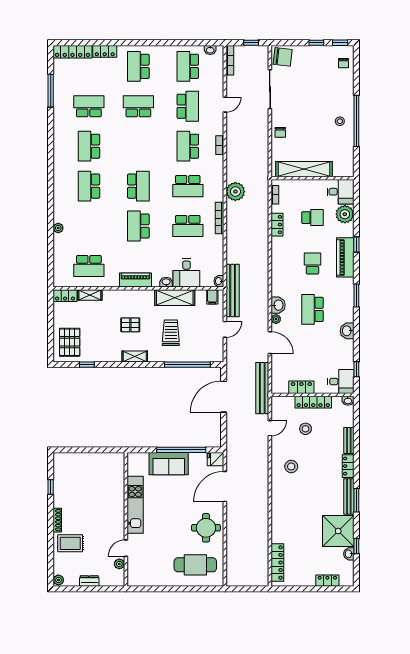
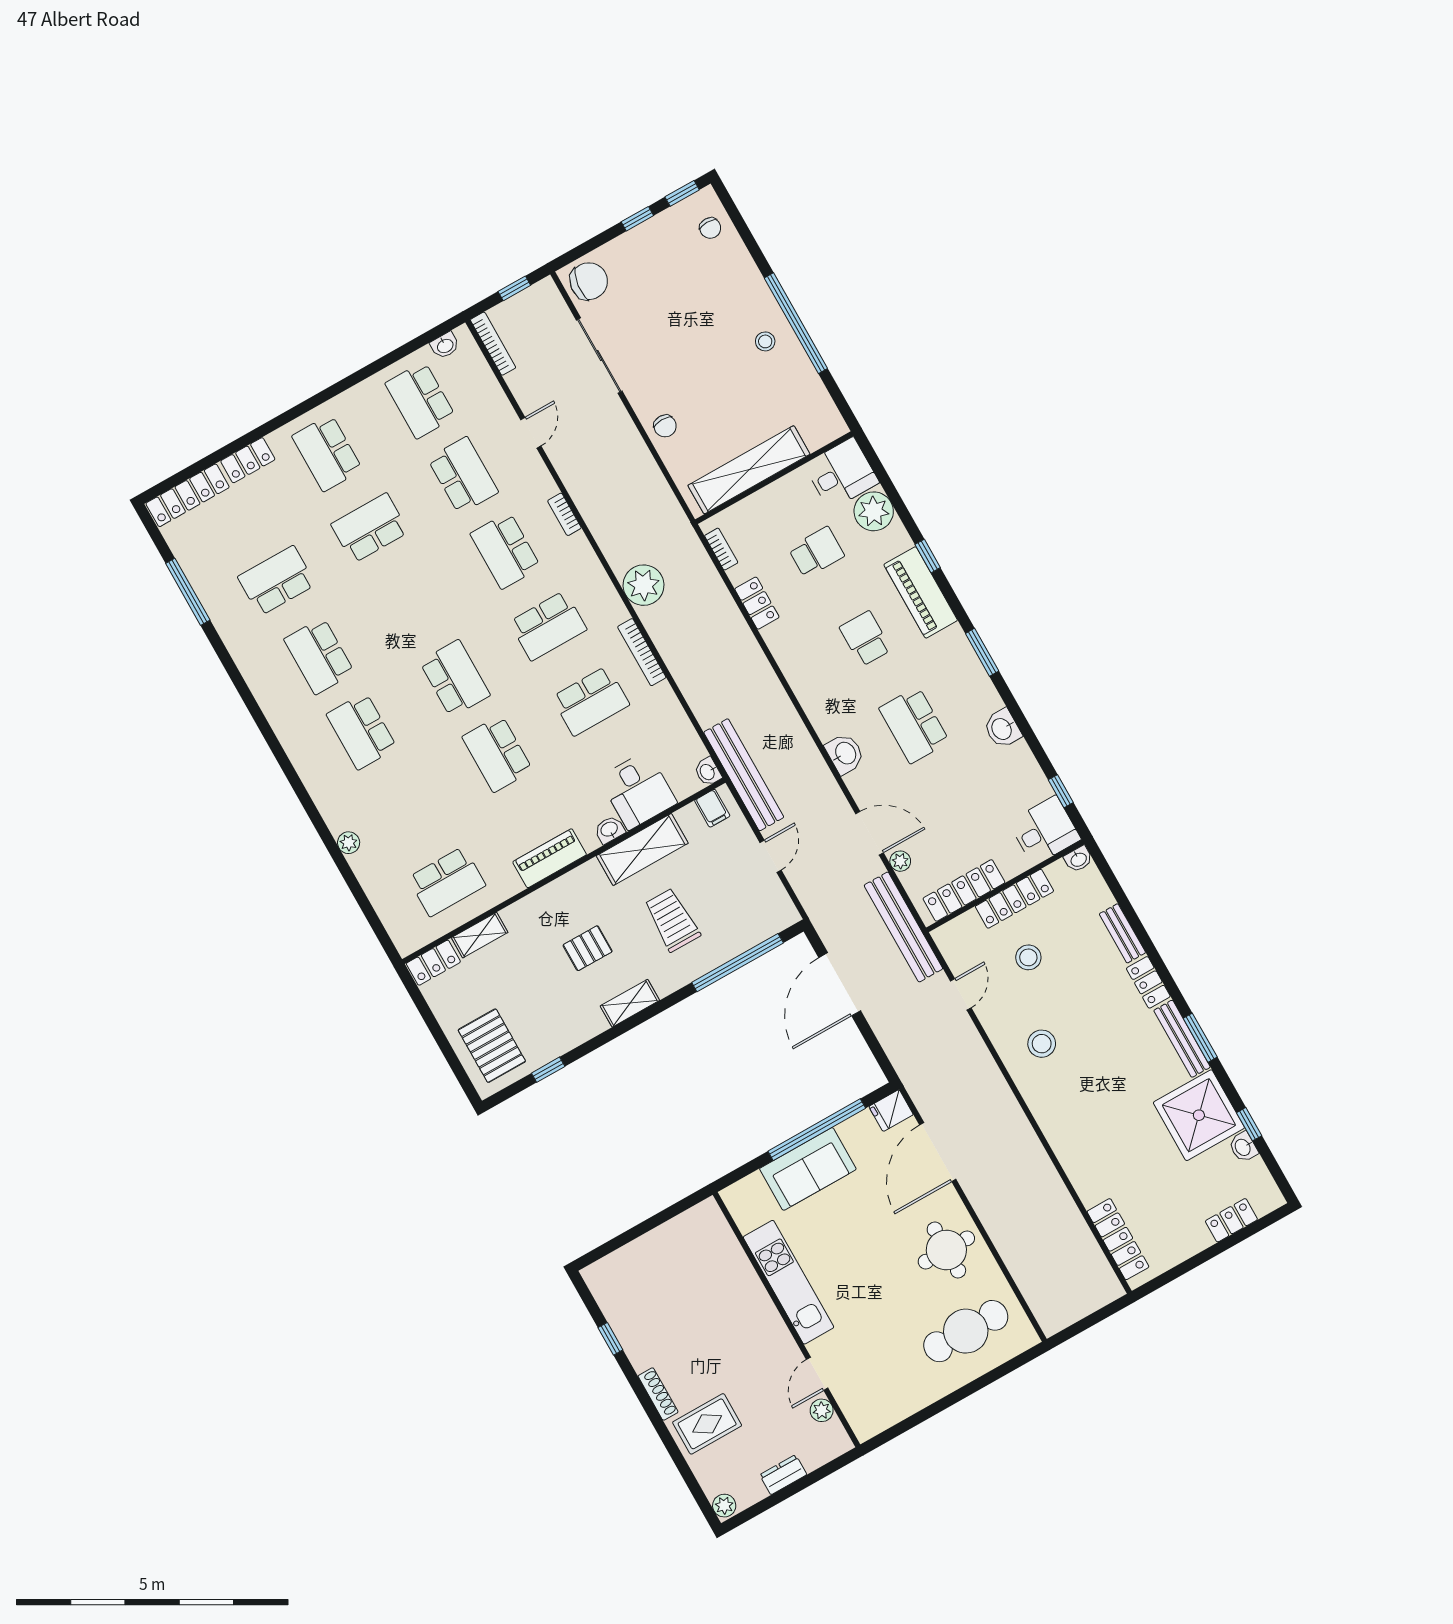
plant: (276, 319) -> (900, 861), moved
locker: (301, 387) -> (964, 890), width x1.53

